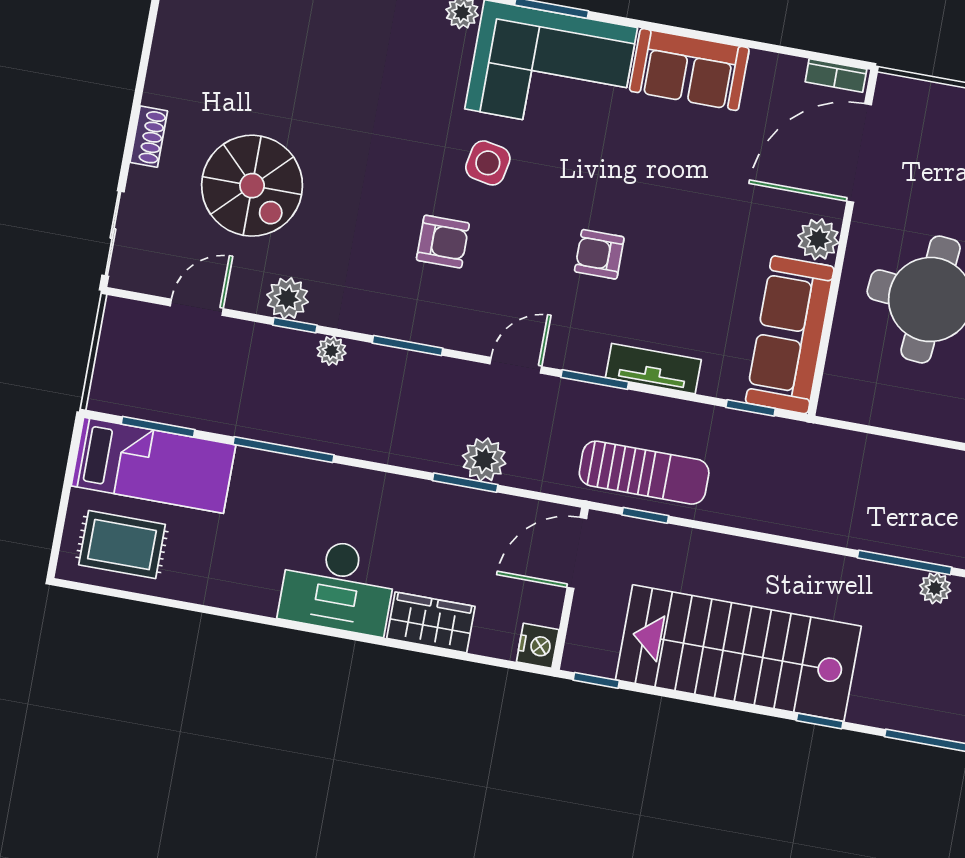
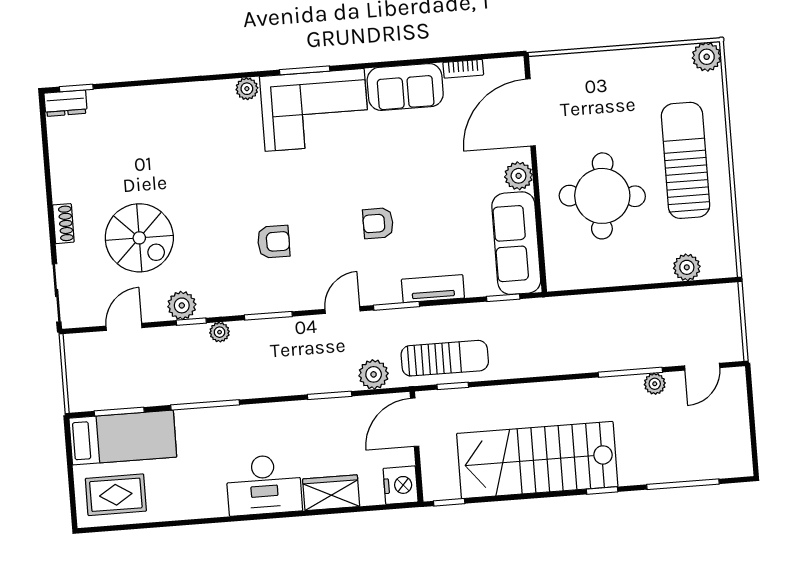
bookcase: (836, 75) -> (463, 69), moved
side table: (488, 163) -> (290, 183), removed
plant: (484, 460) -> (374, 374), moved
nightstand: (538, 646) -> (401, 485), width x1.36, depth x1.33

